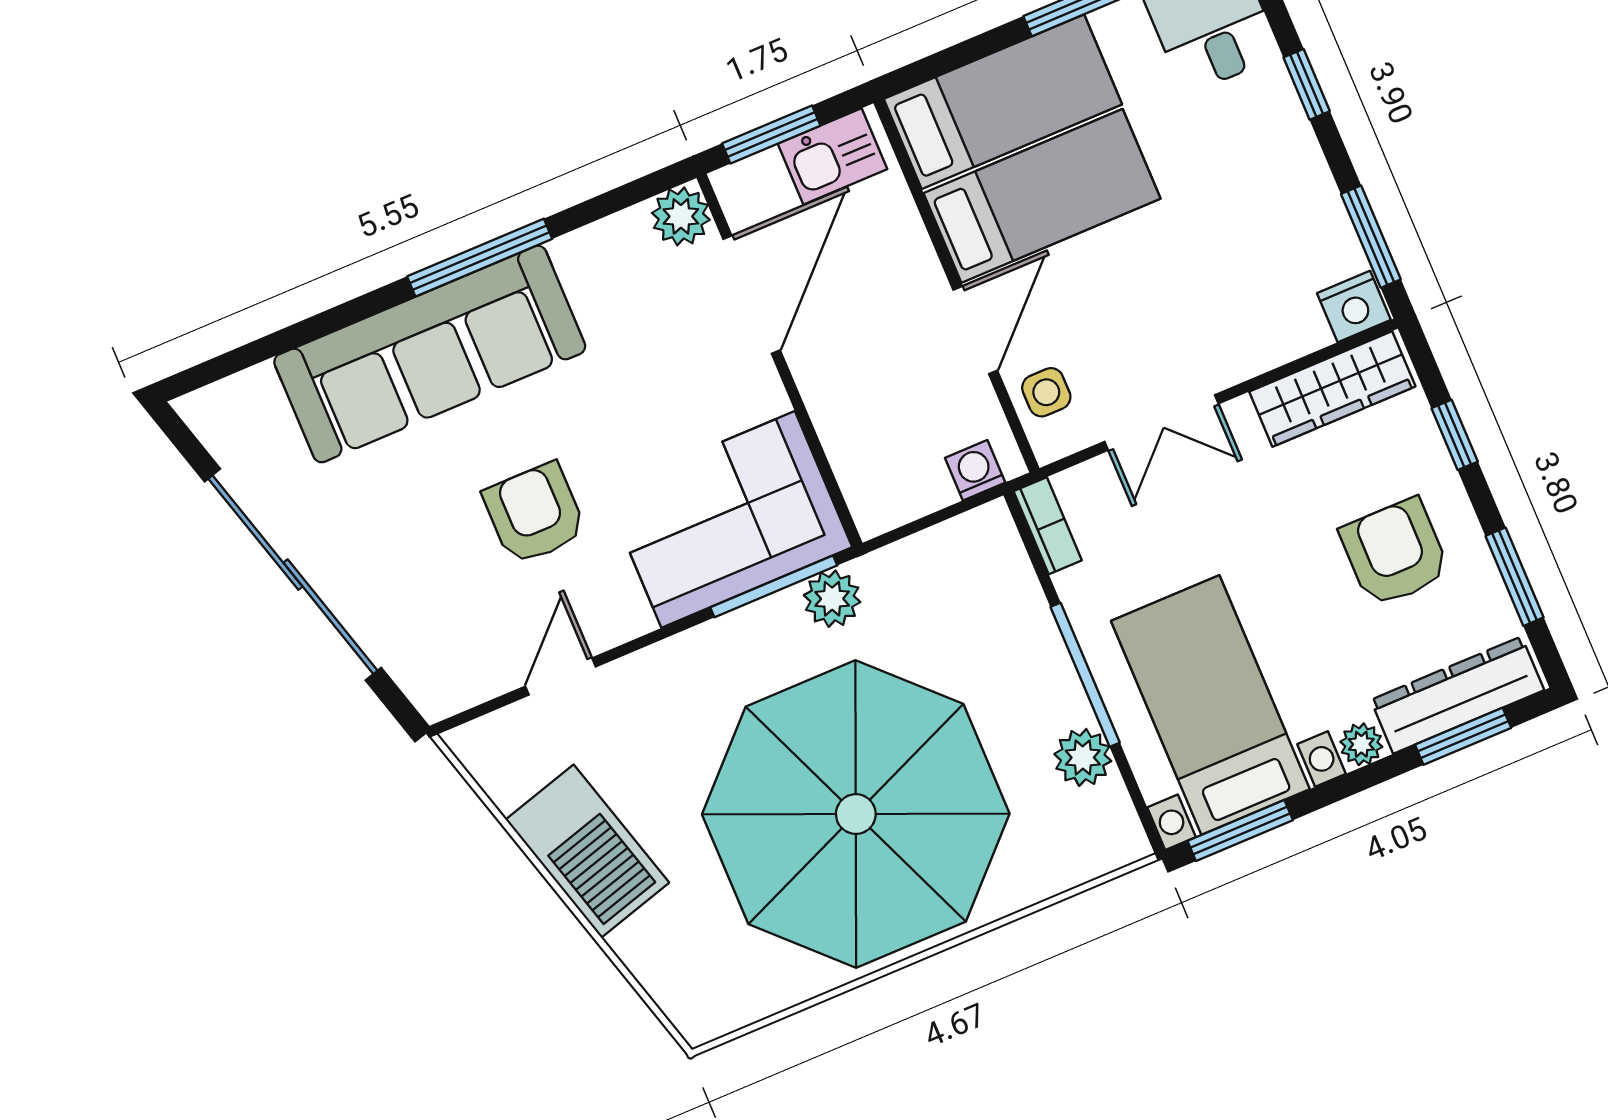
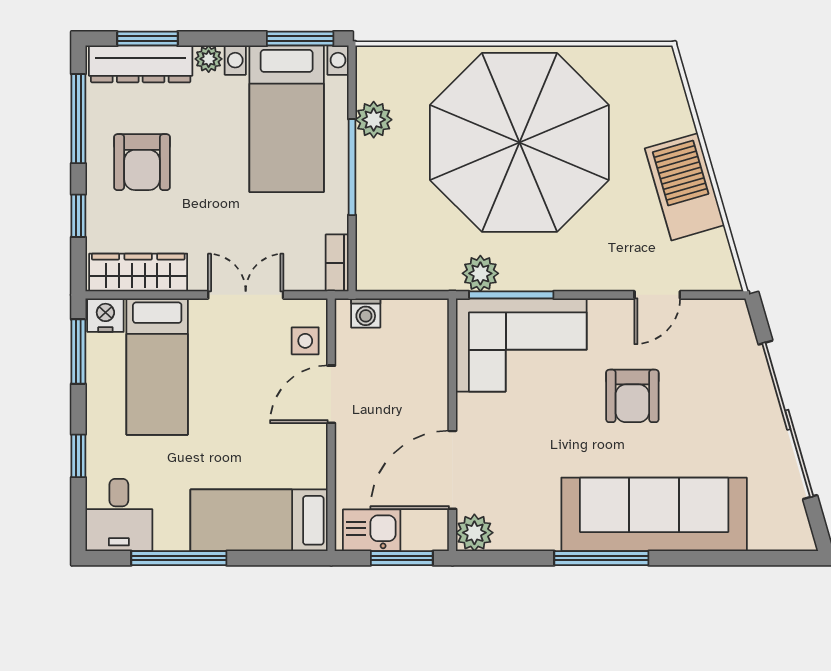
bed: (1042, 196) -> (157, 367), moved, turned -90
window: (1515, 577) -> (78, 119), width x1.44

